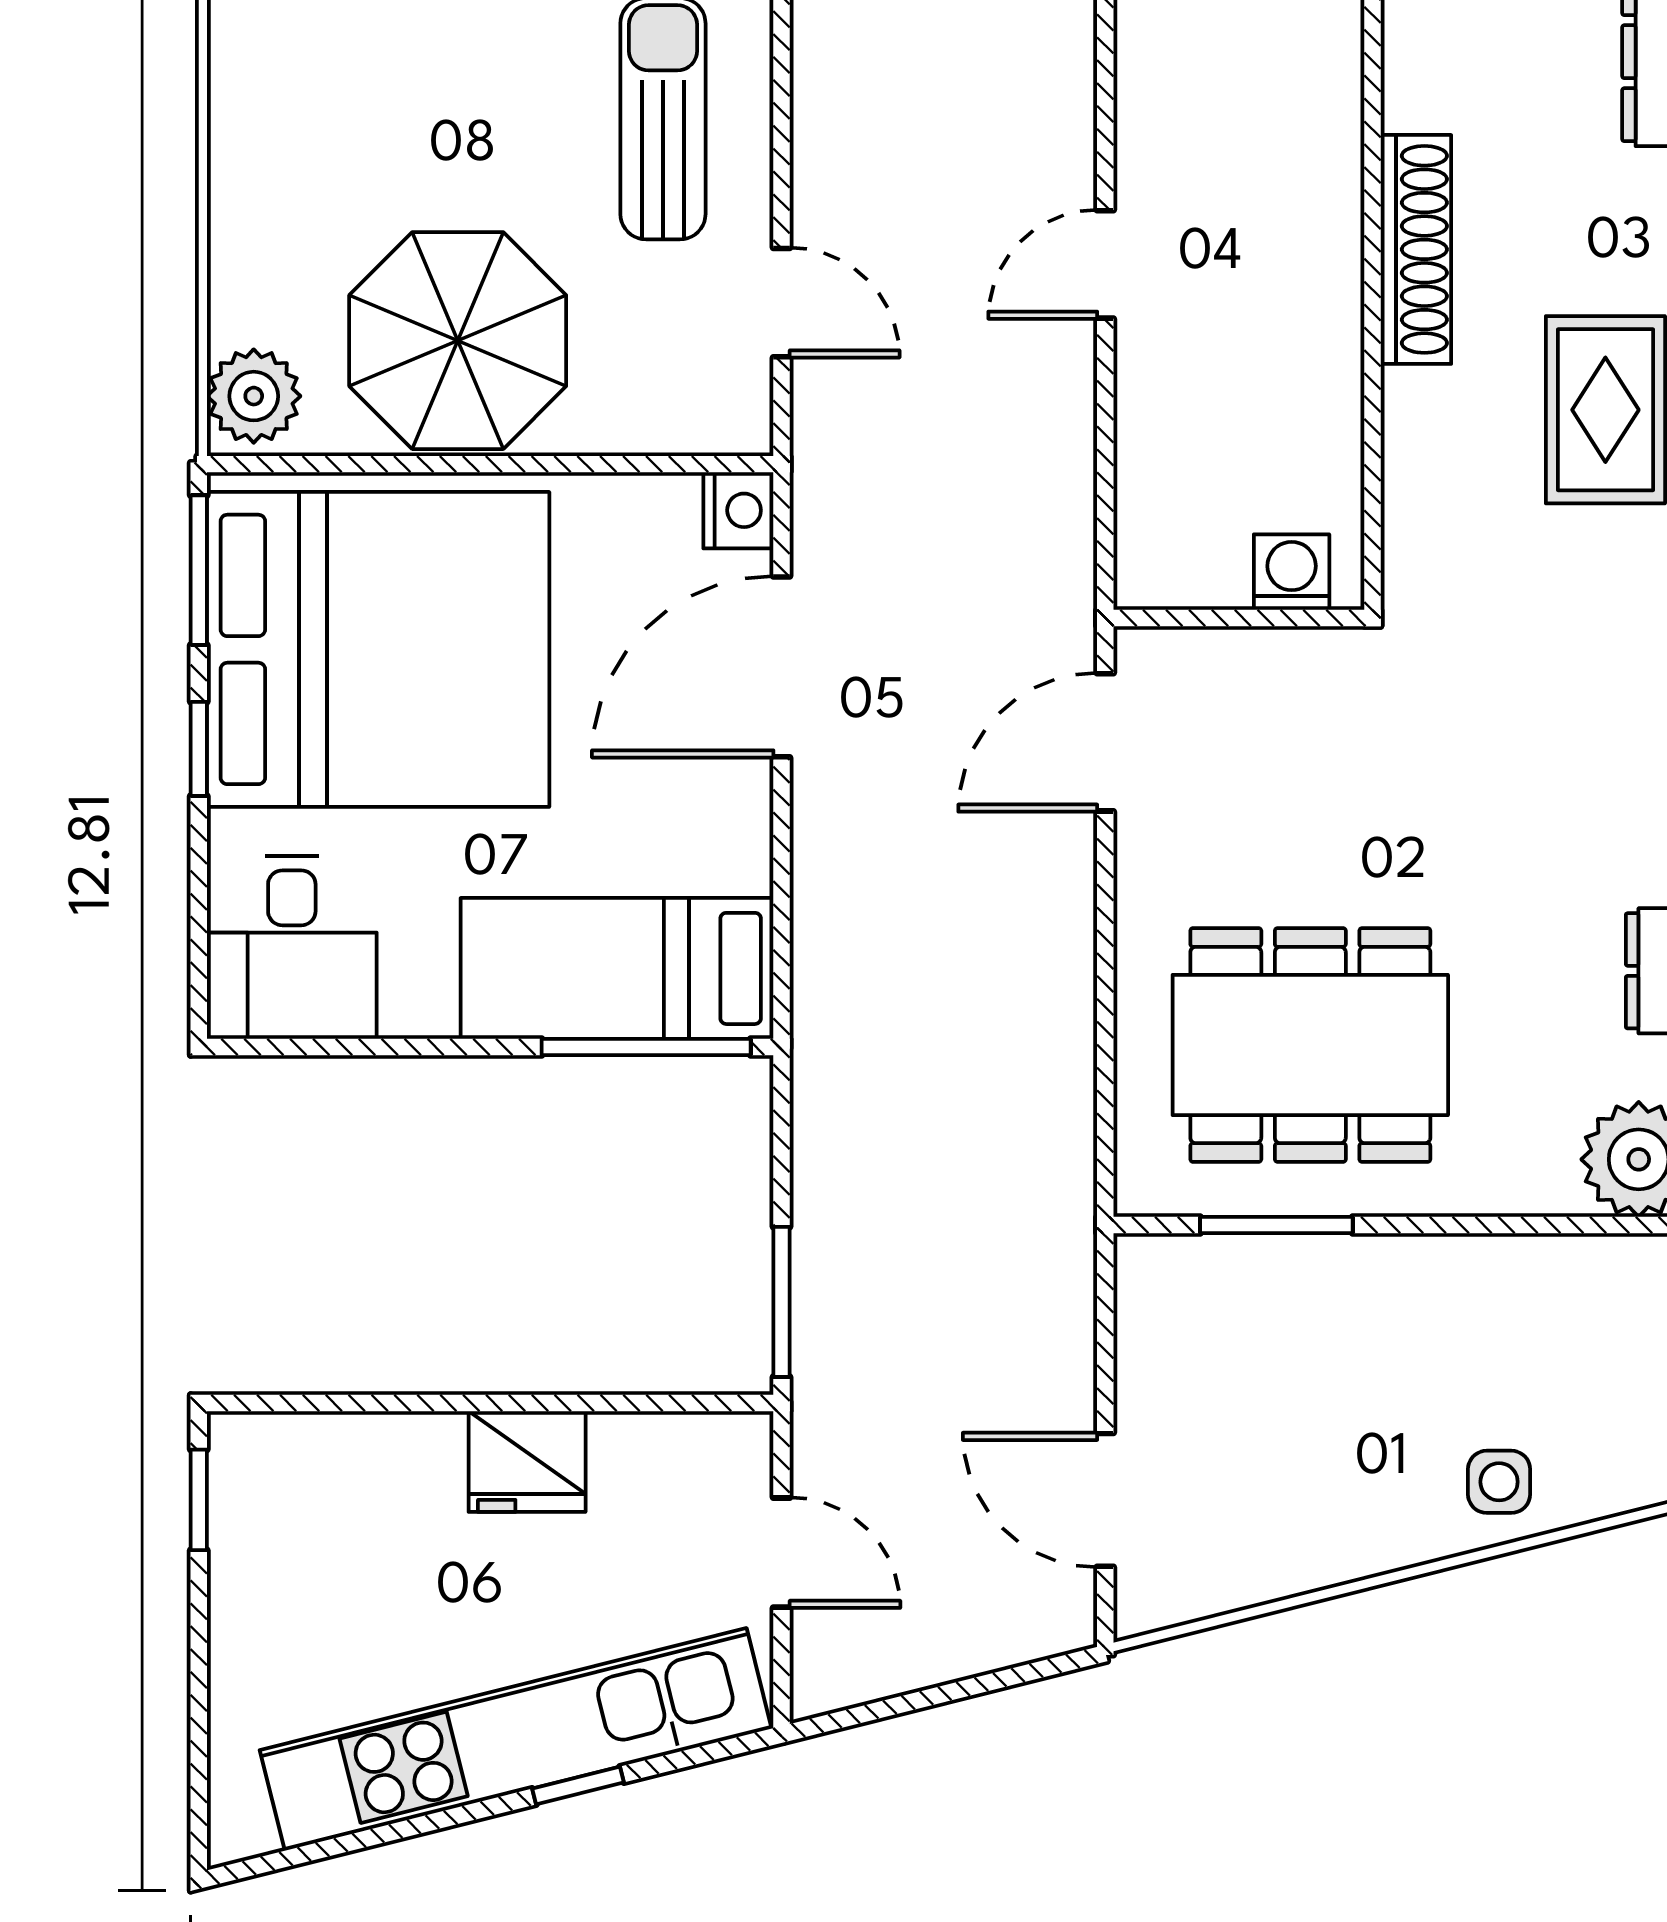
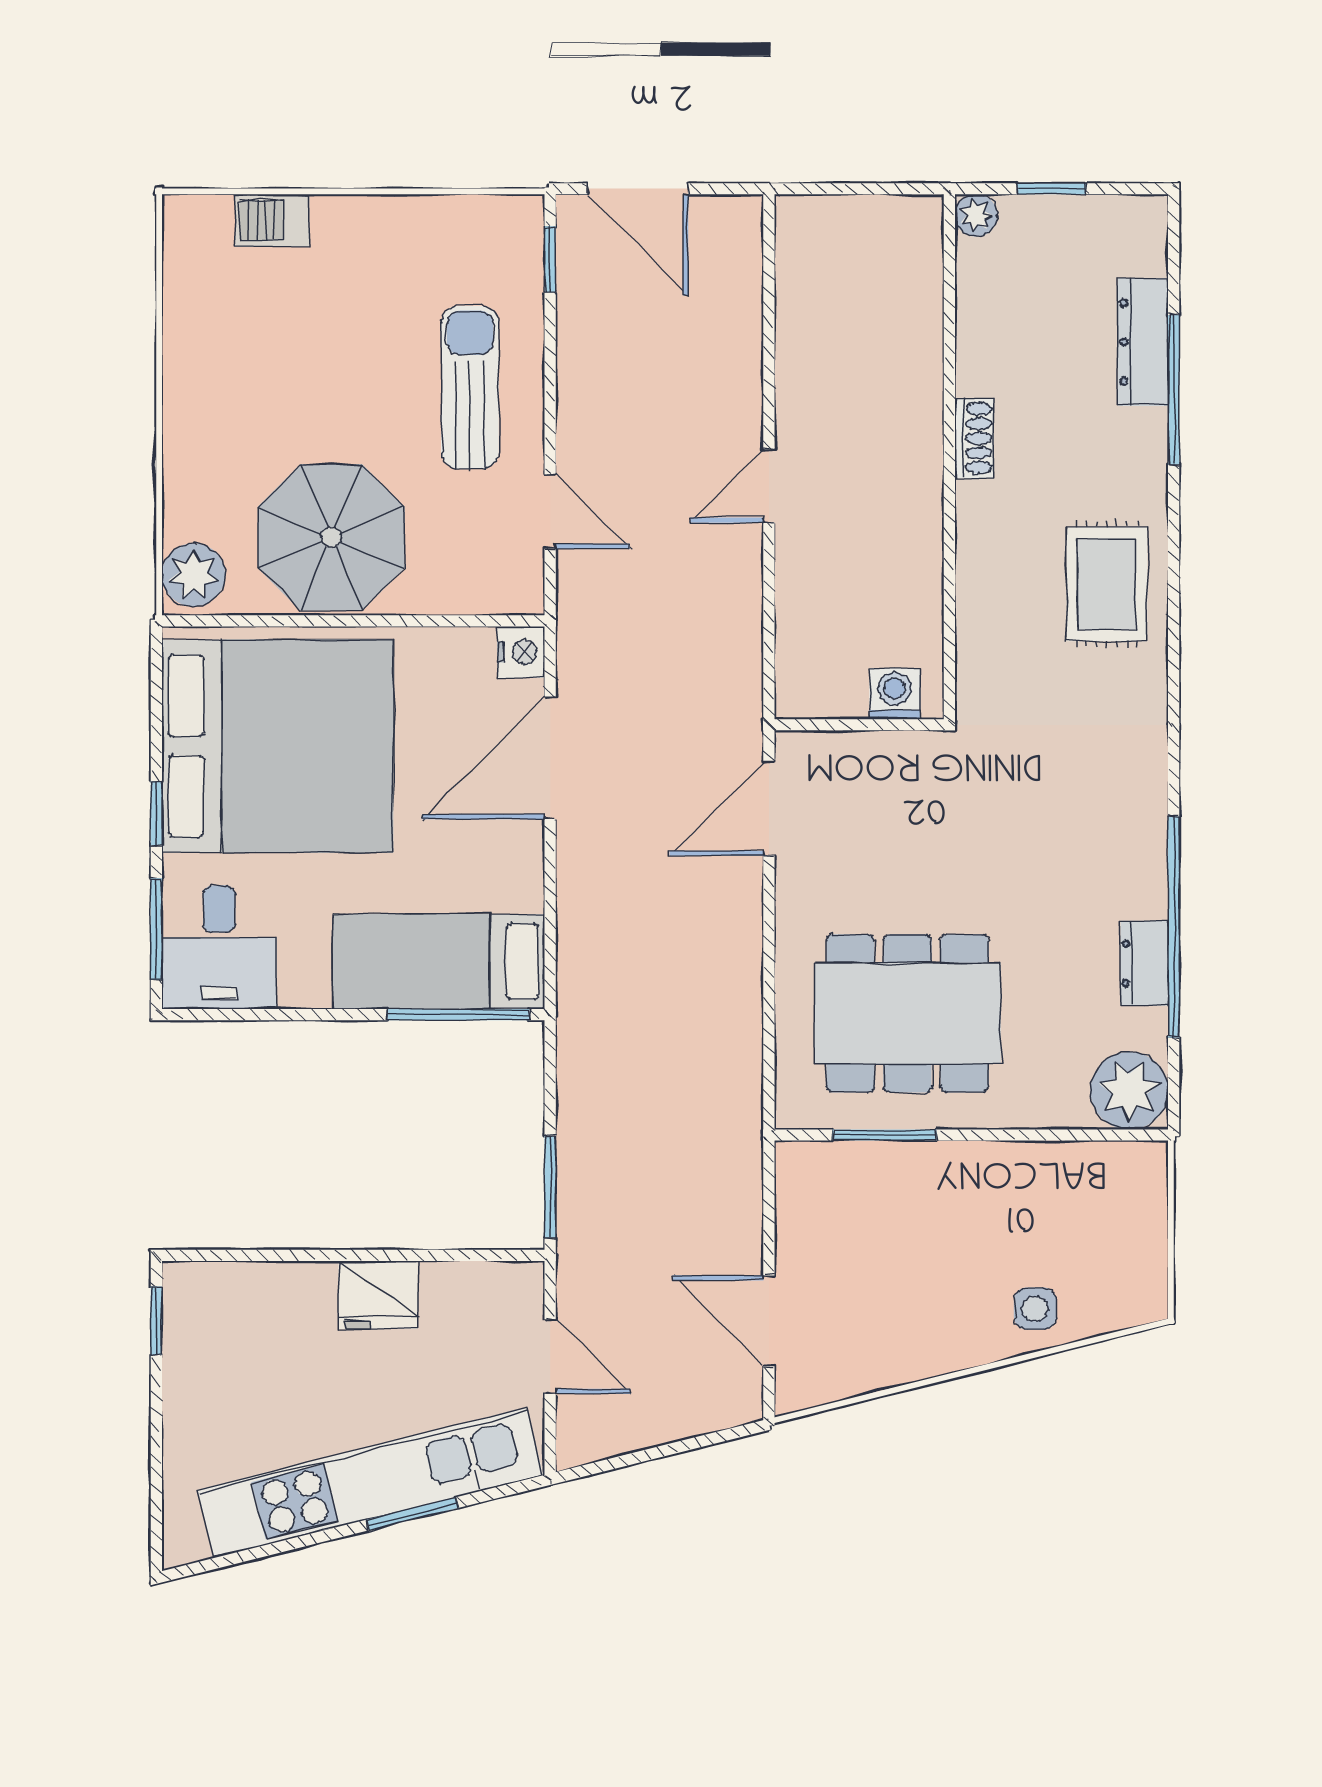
shoe rack: (1416, 249) -> (974, 438), width x0.51, depth x0.81
window: (199, 570) -> (156, 929), moved
window: (578, 1785) -> (413, 1514), width x1.50

